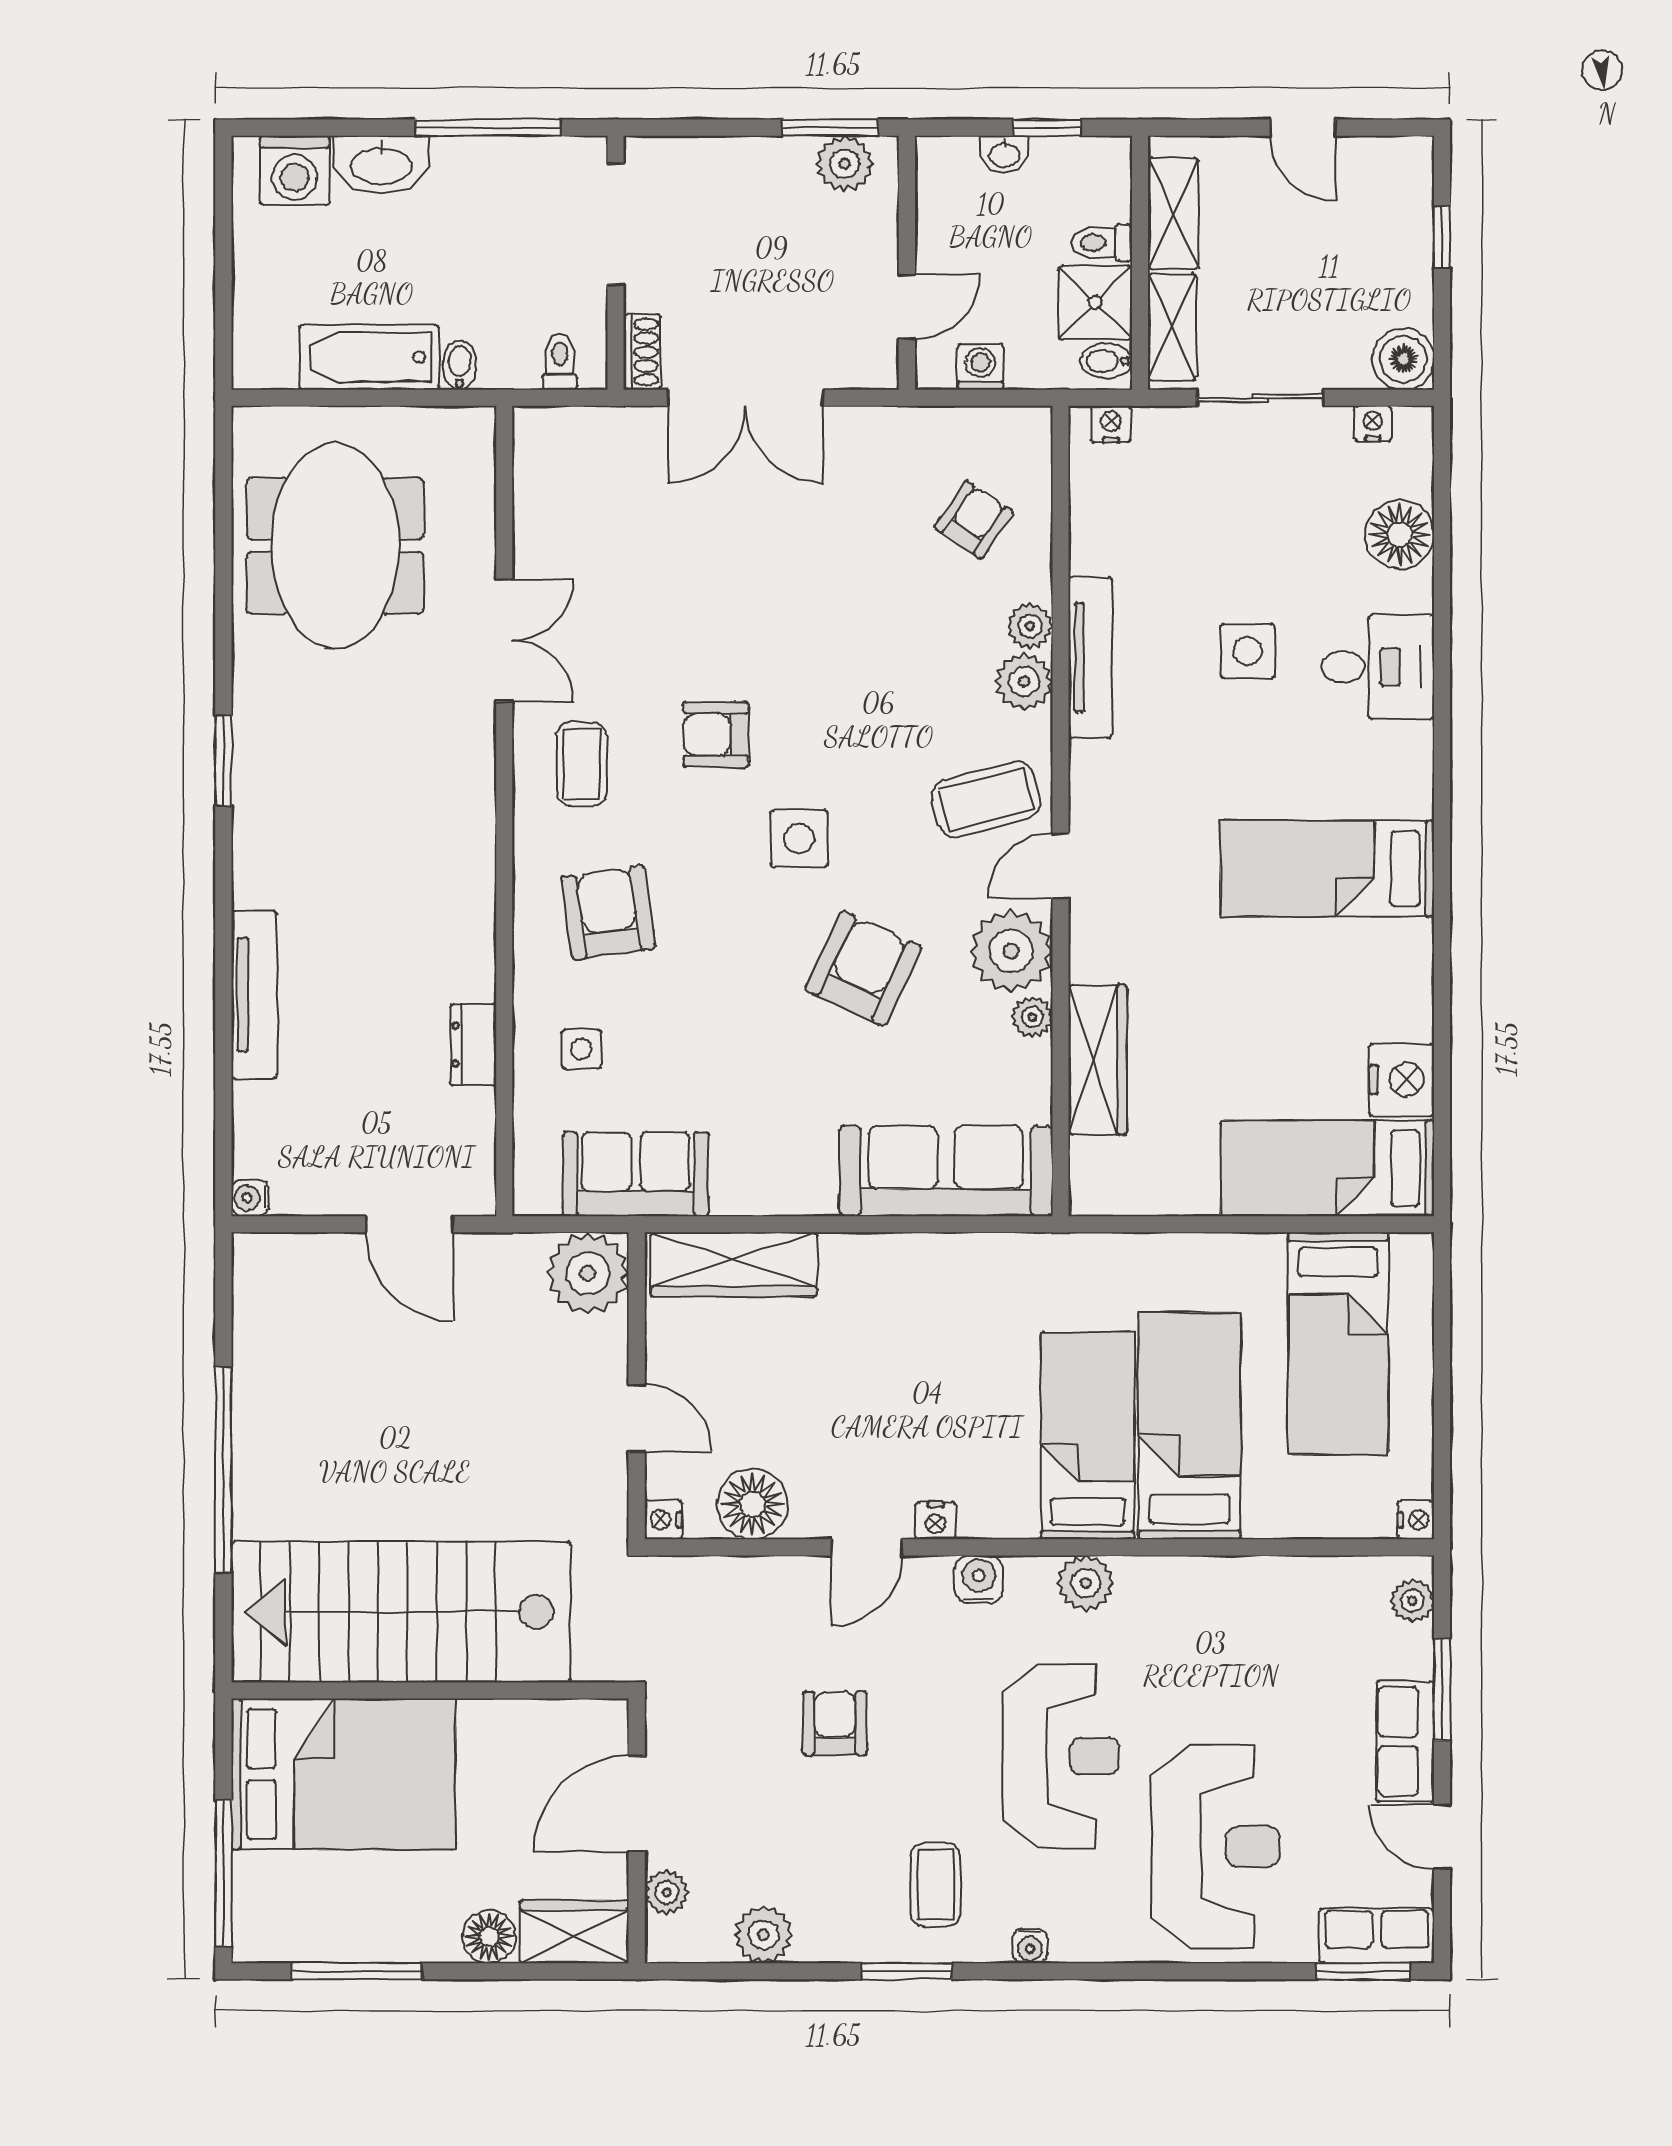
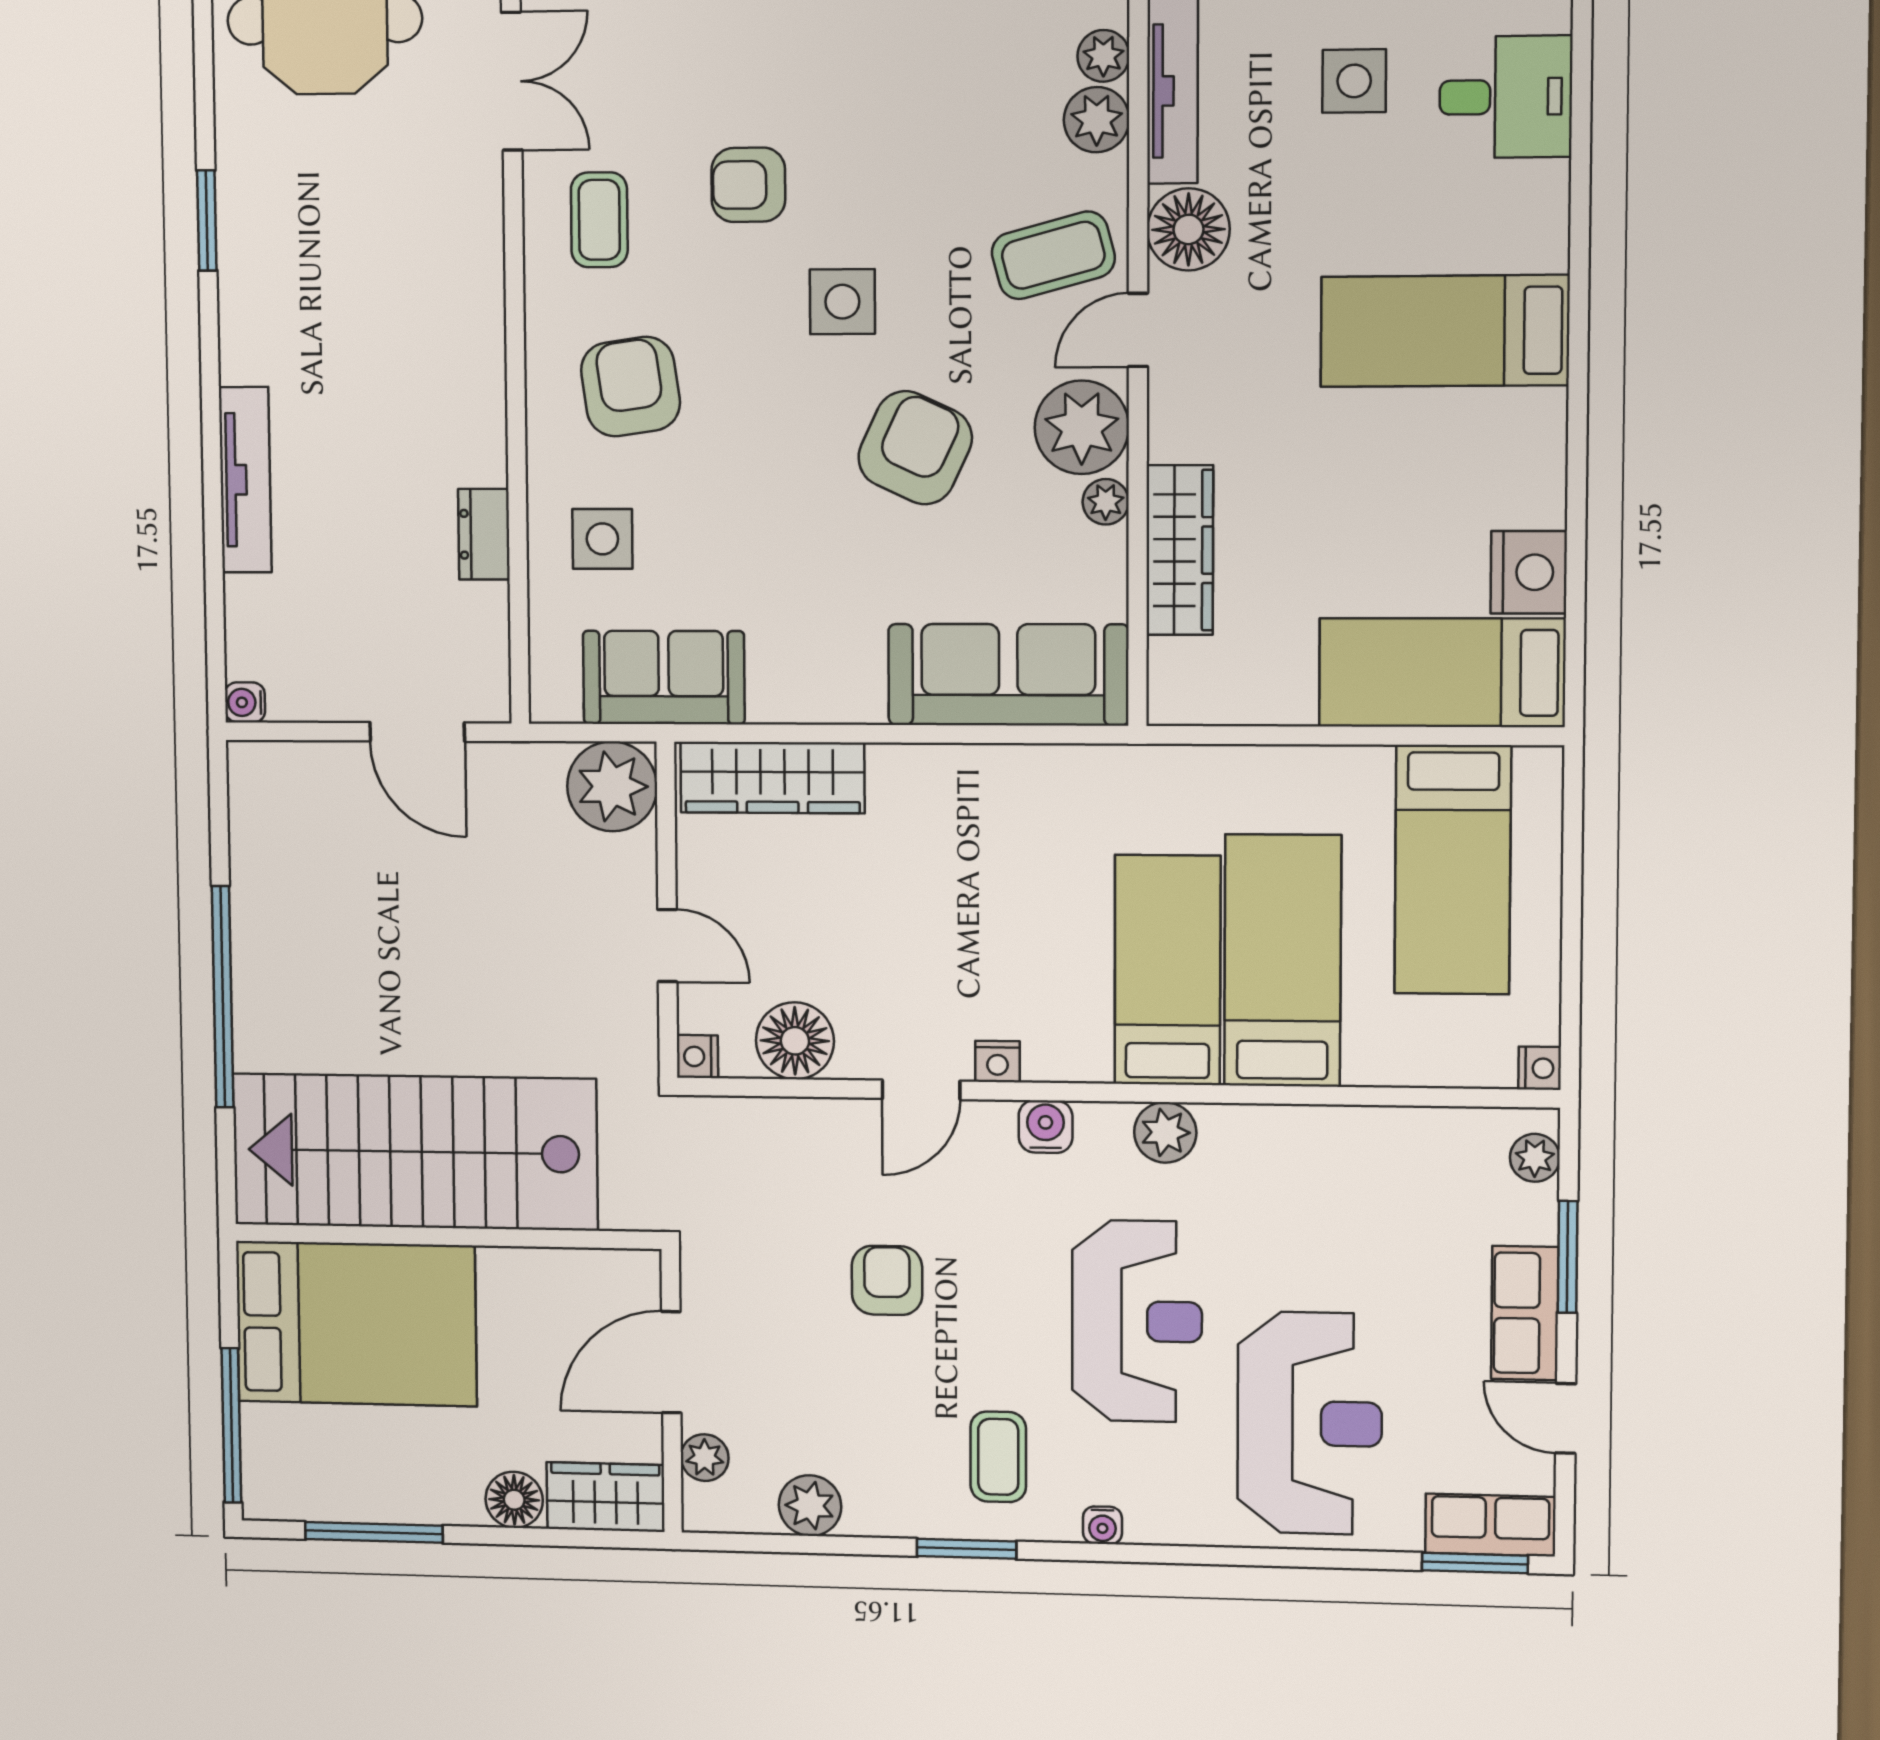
floor lamp: (1104, 778) -> (1188, 229), added
side table: (581, 1049) -> (602, 539), width x1.37, depth x1.37

